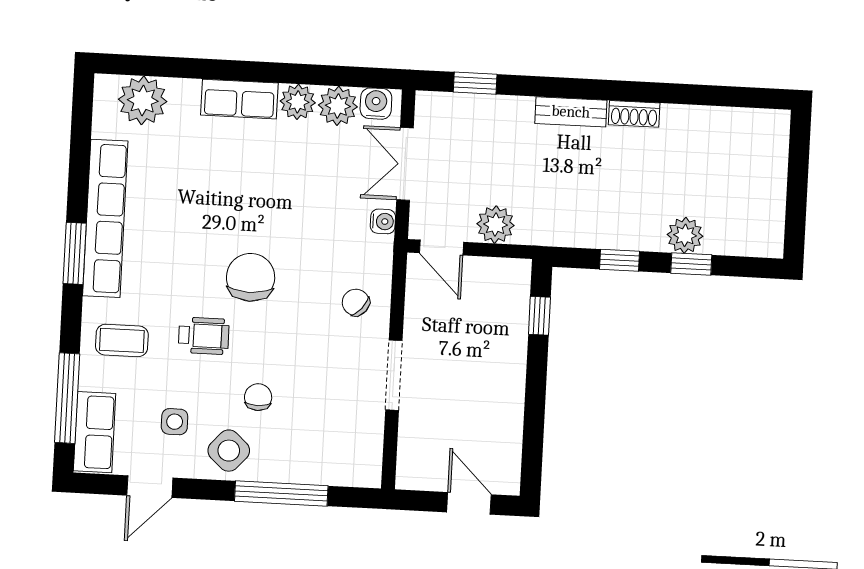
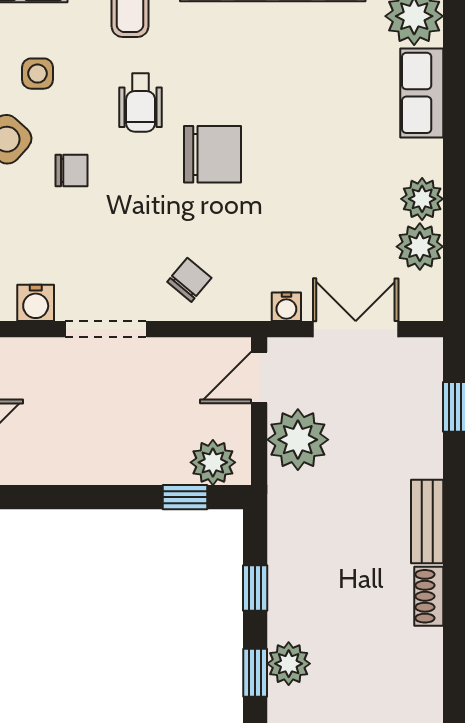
row of seats: (239, 99) -> (422, 93), moved
water cooler: (376, 104) -> (36, 303), moved, turned 90
plant: (495, 225) -> (298, 440), width x1.36, depth x1.36
plant: (511, 291) -> (213, 462), added

